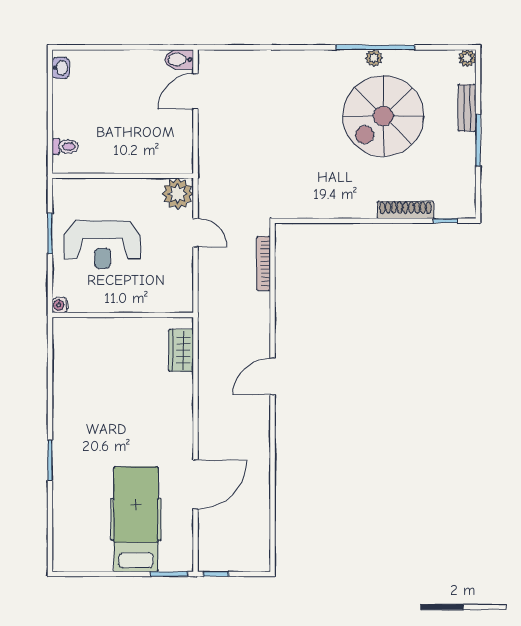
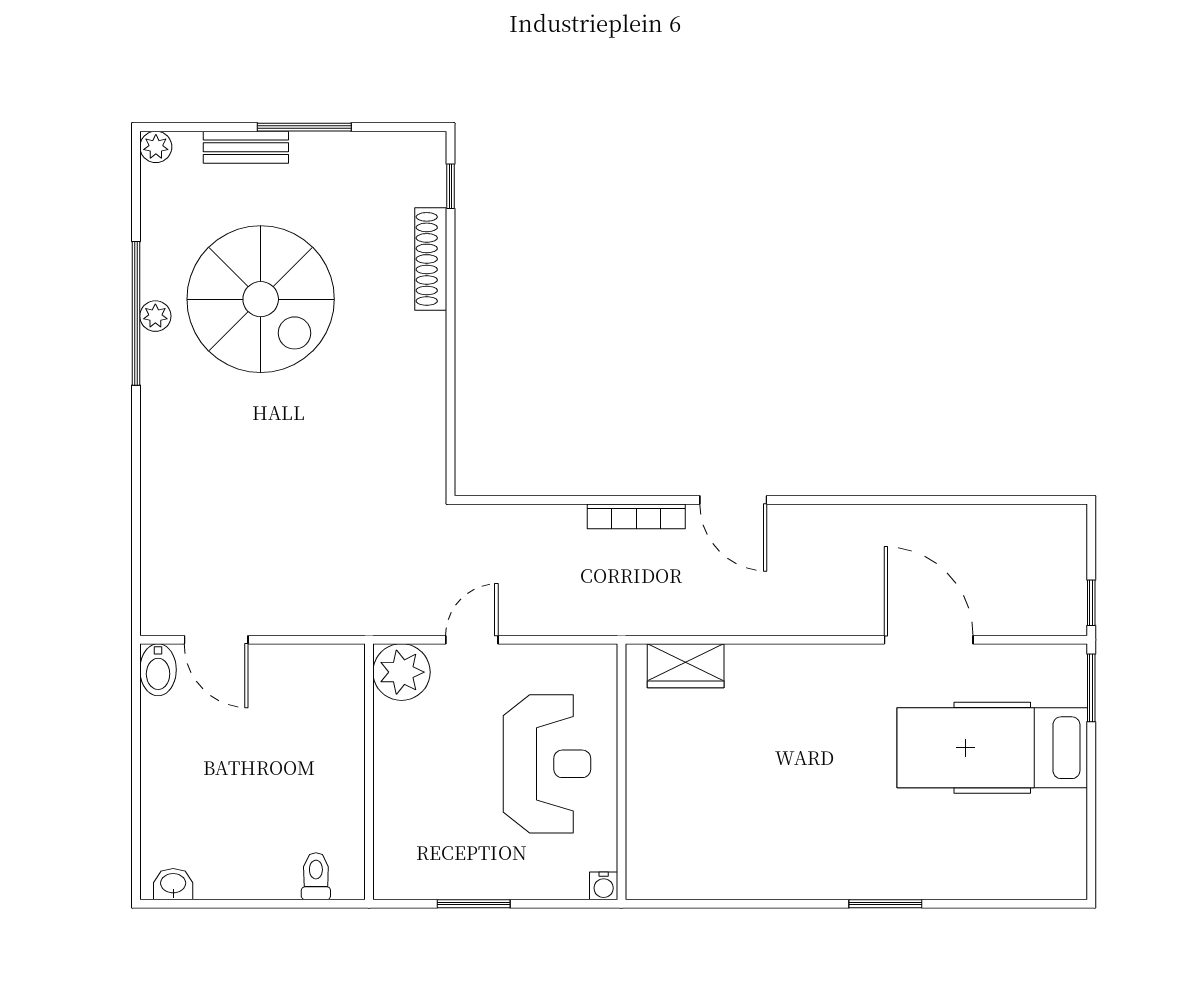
reception desk: (102, 244) -> (547, 764), moved
bookcase: (264, 263) -> (636, 516), moved

